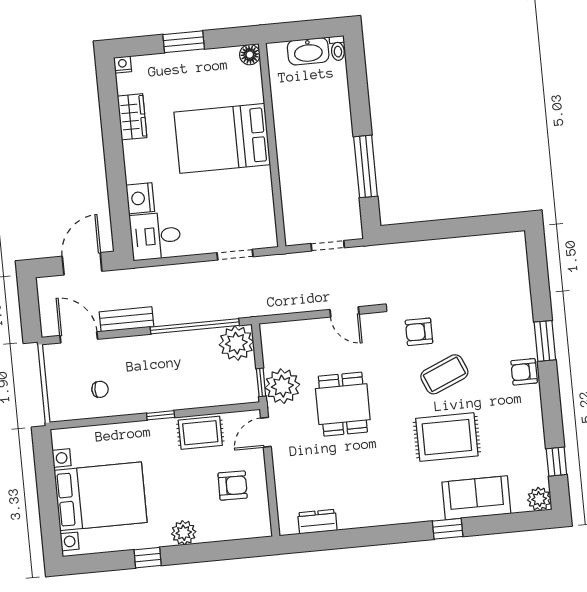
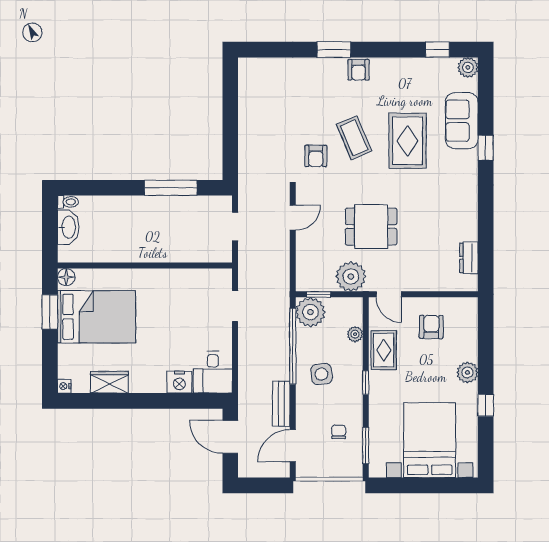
window: (184, 42) -> (50, 312), moved
bed: (222, 138) -> (96, 317), moved, turned -90
side table: (166, 363) -> (322, 374), added
window: (261, 382) -> (319, 294), moved
plant: (216, 397) -> (355, 334), added
window: (87, 422) -> (366, 446), added

